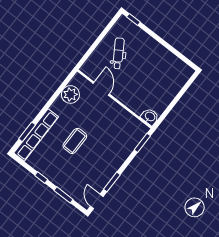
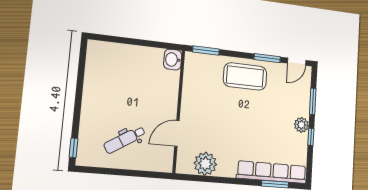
coffee table: (75, 141) -> (245, 76), moved, width x1.36, depth x1.32
plant: (53, 176) -> (301, 125), added

